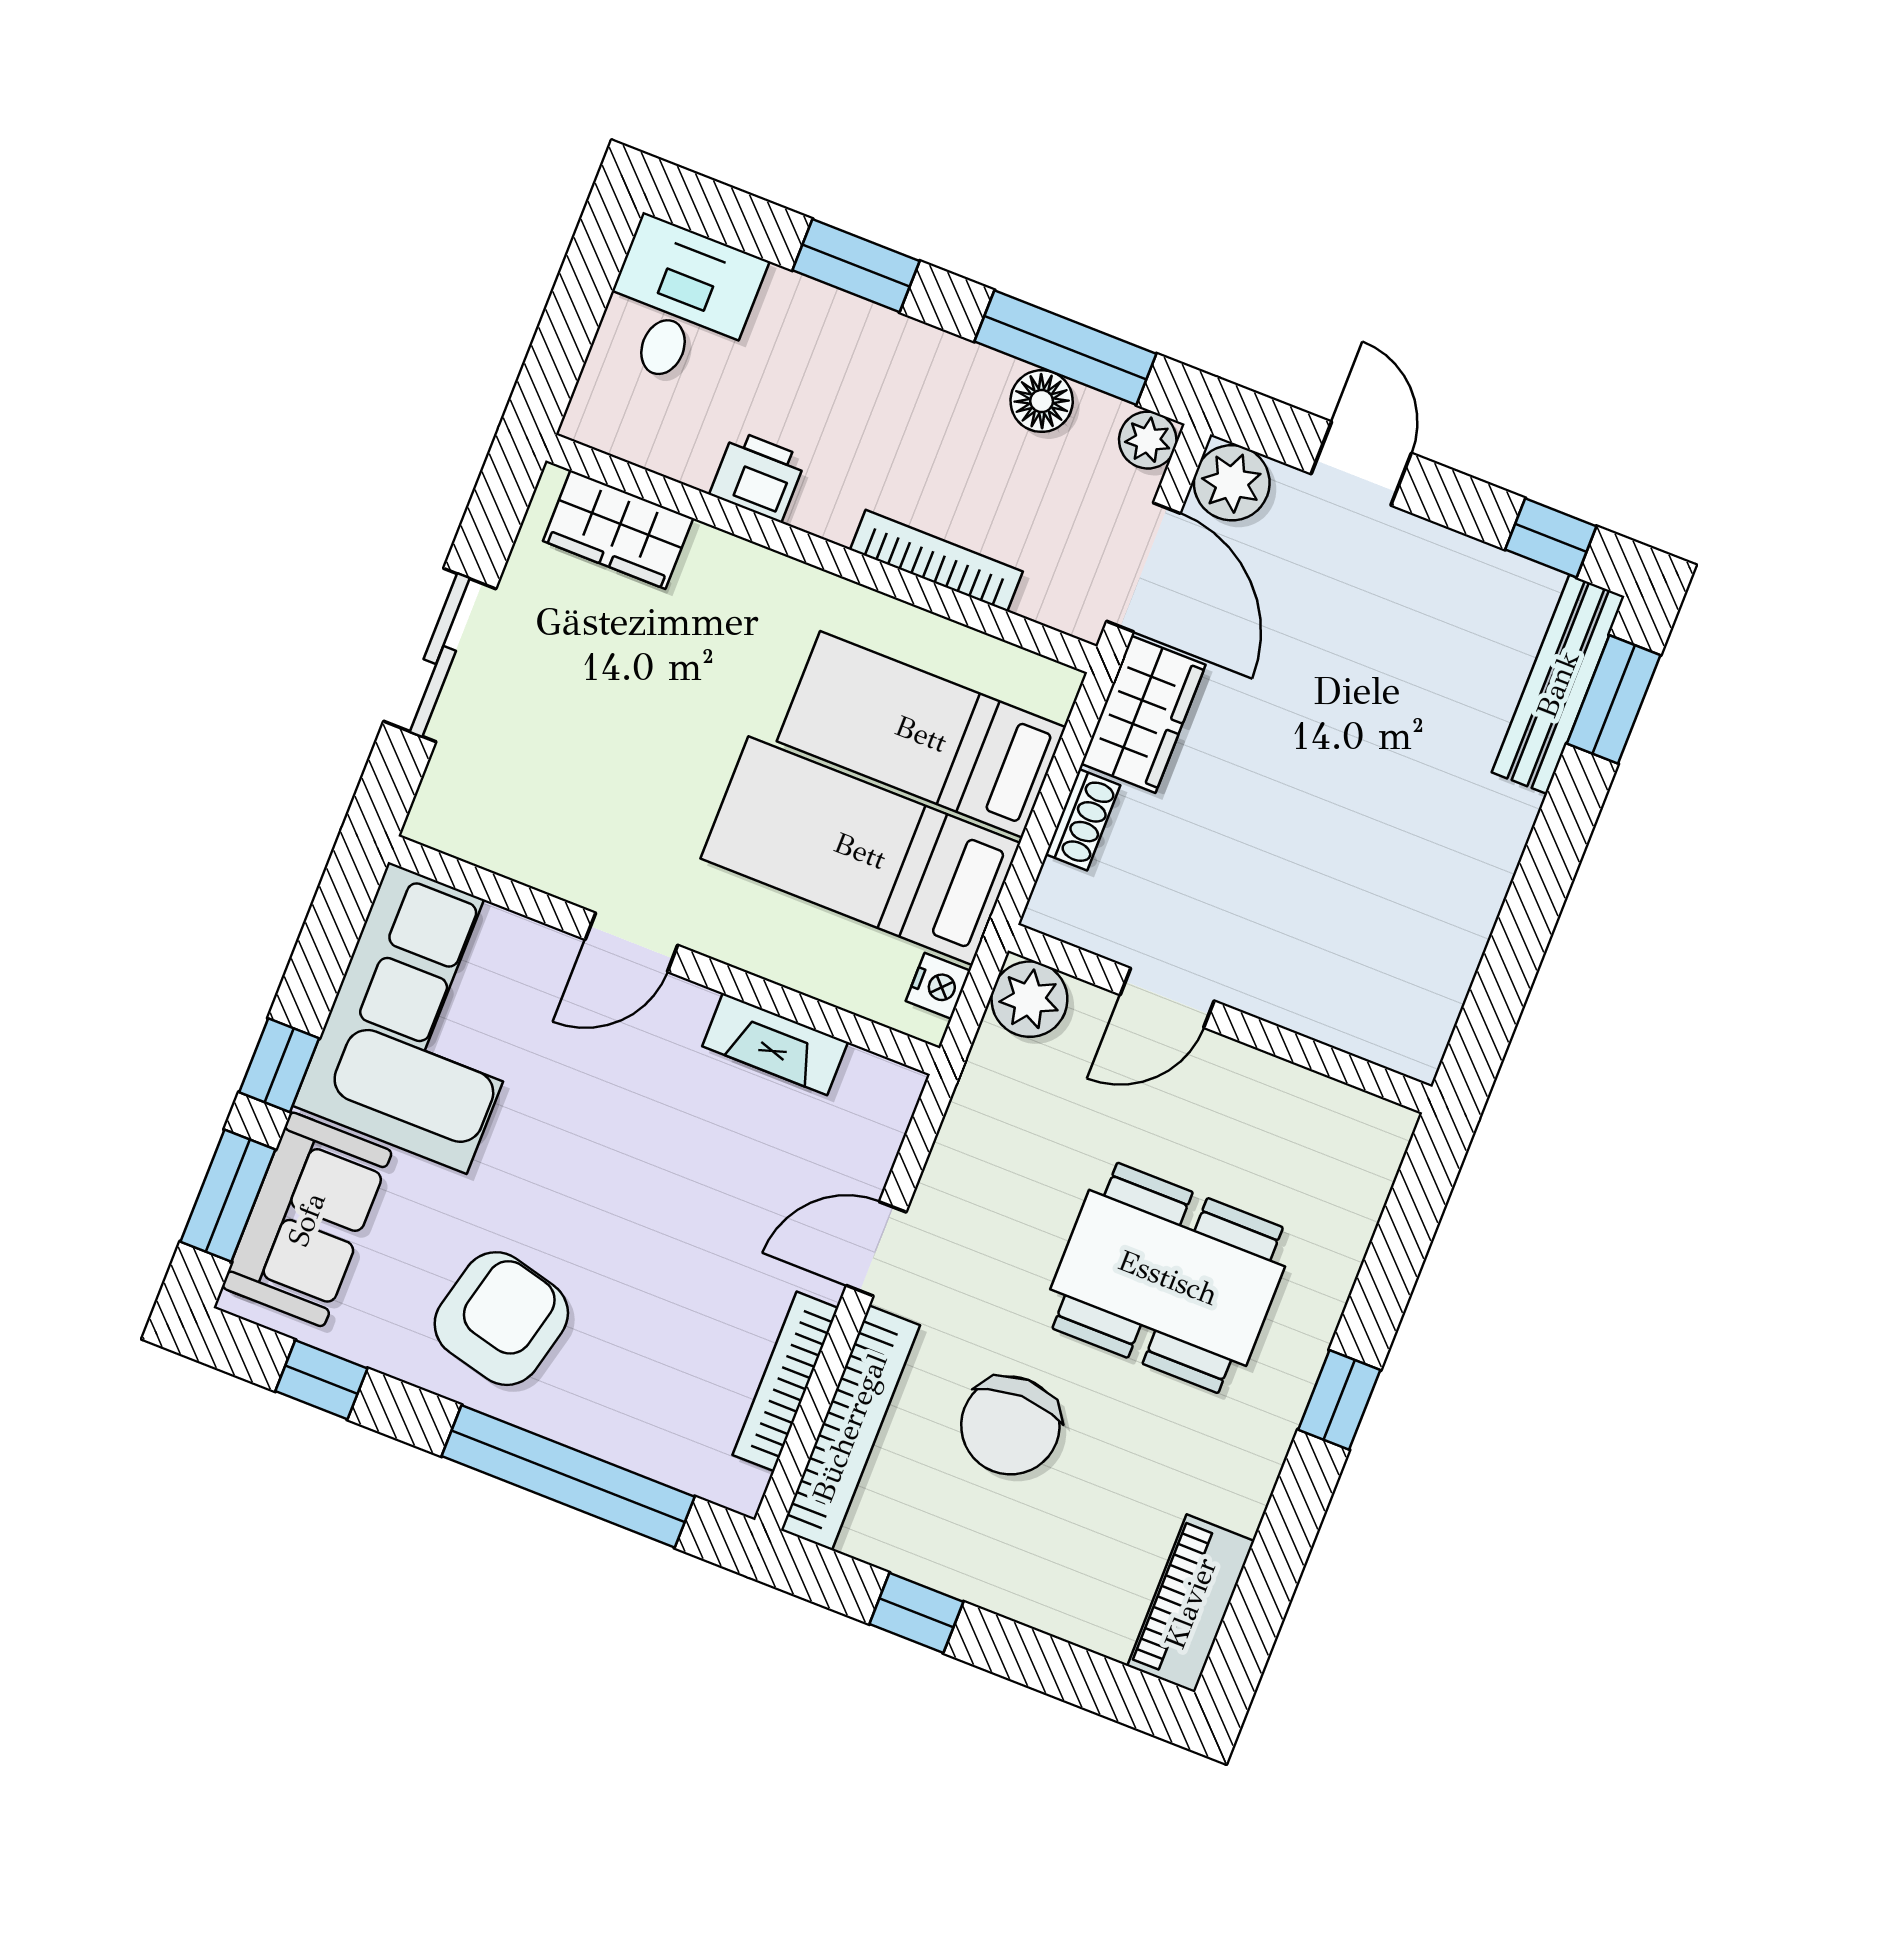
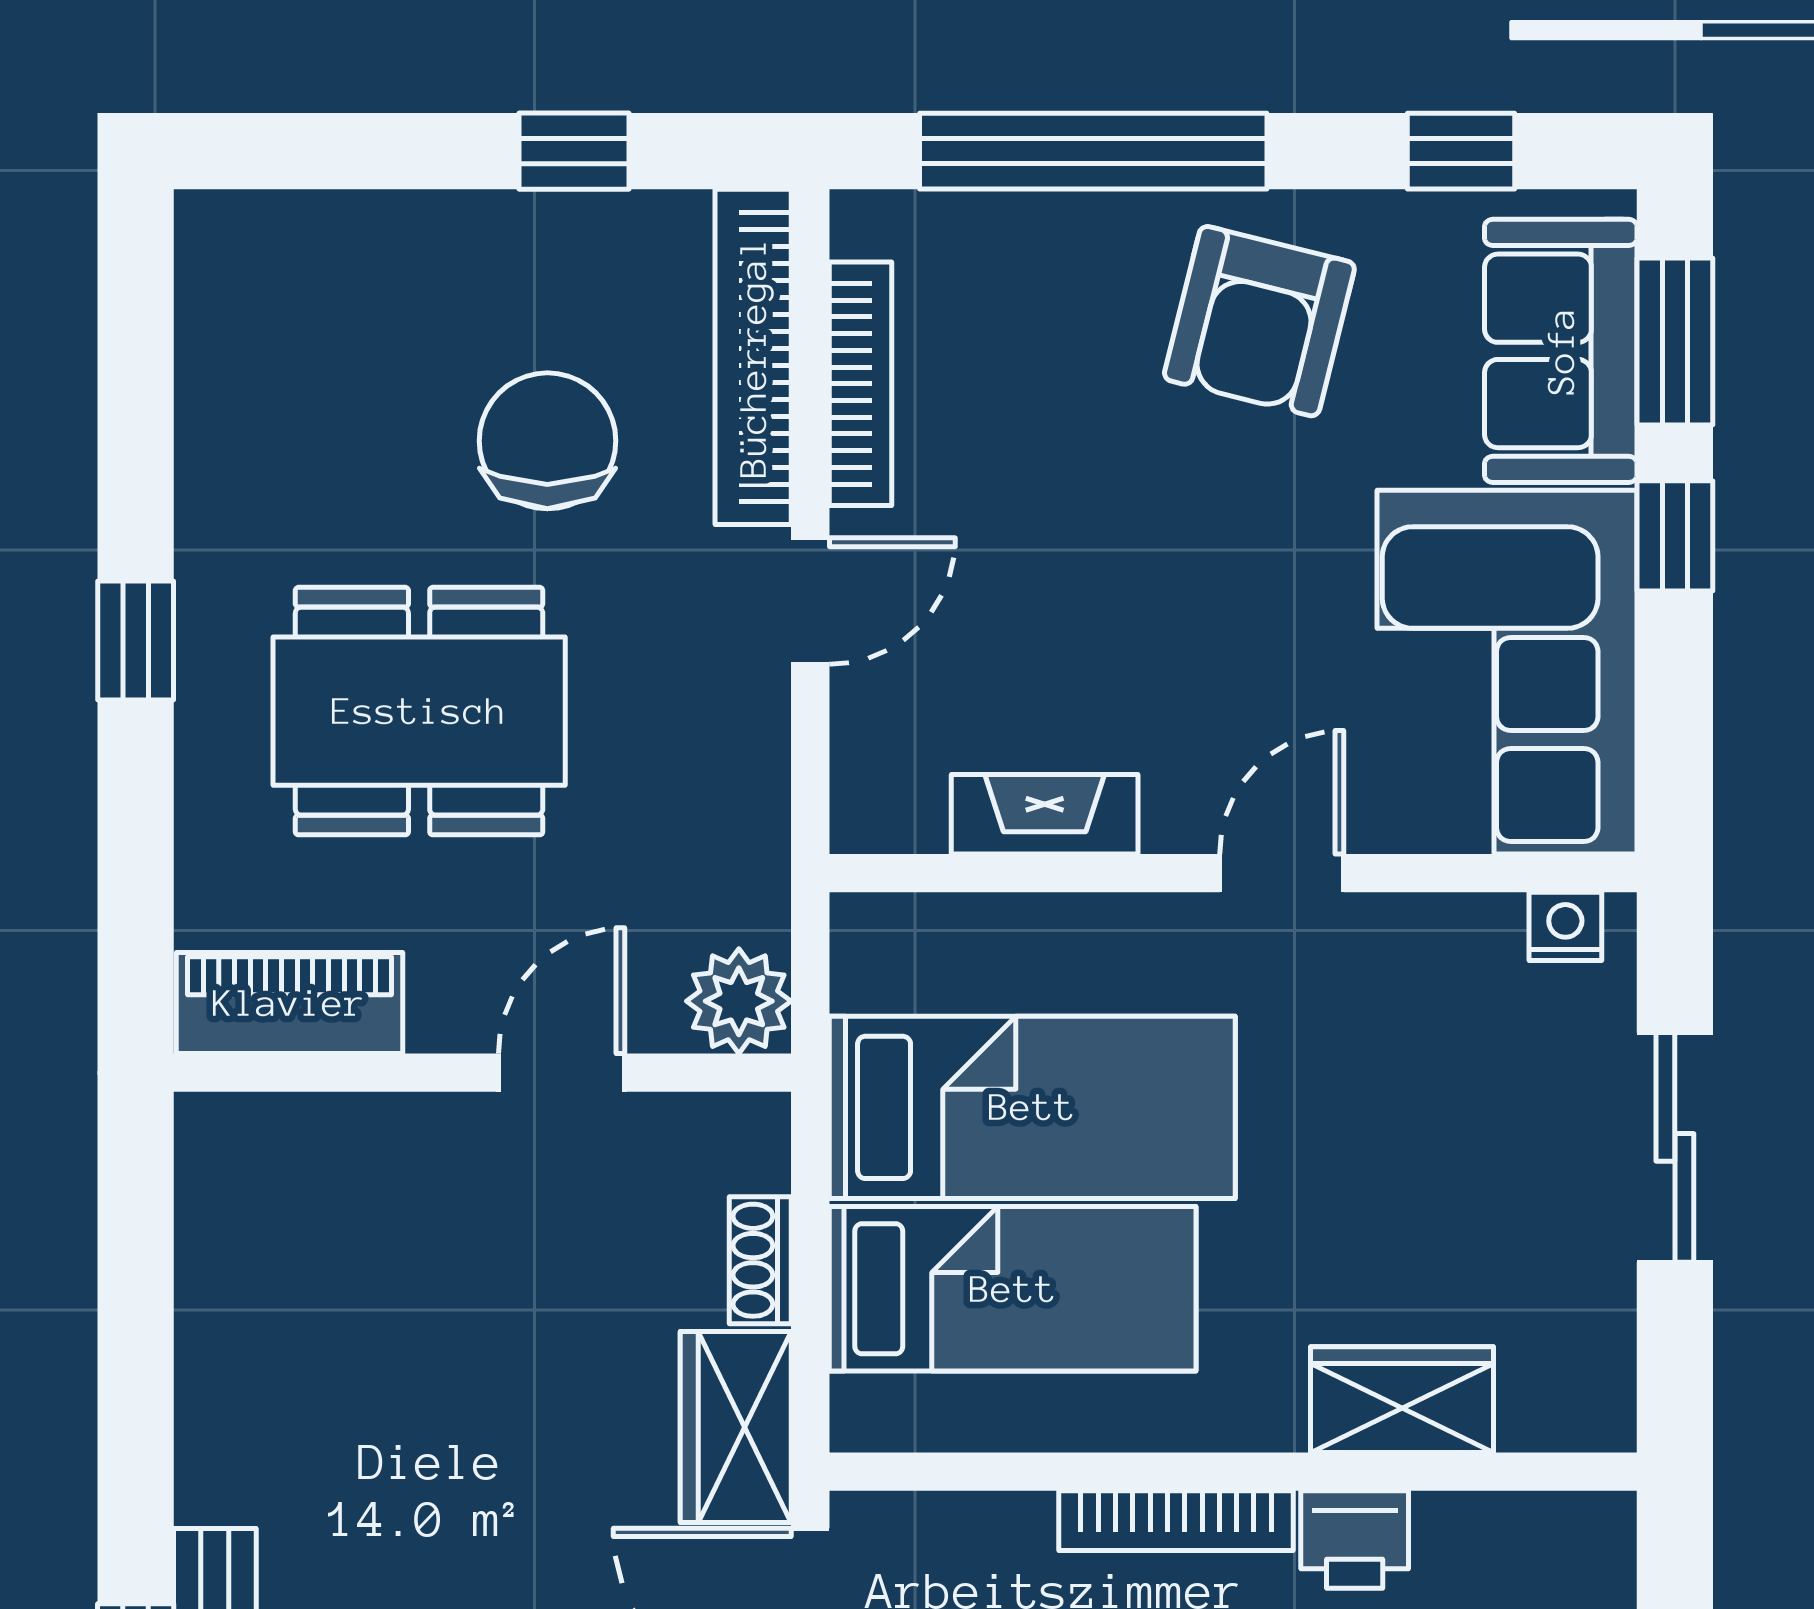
wardrobe: (618, 530) -> (1402, 1400), moved
bookcase: (936, 561) -> (1176, 1521), moved
nightstand: (938, 986) -> (1565, 926), moved, turned 90
piano: (1191, 1603) -> (289, 1003), moved, turned -90

